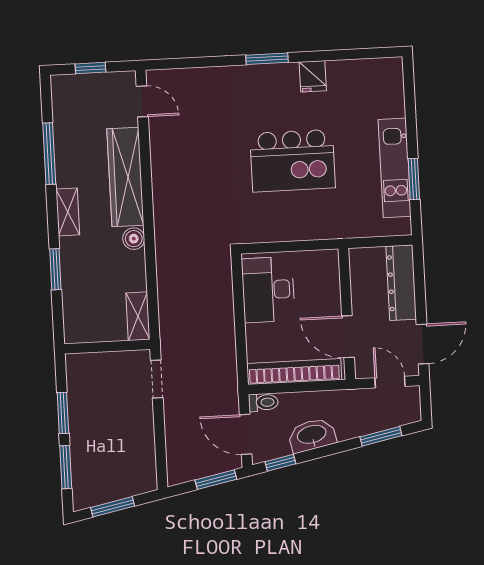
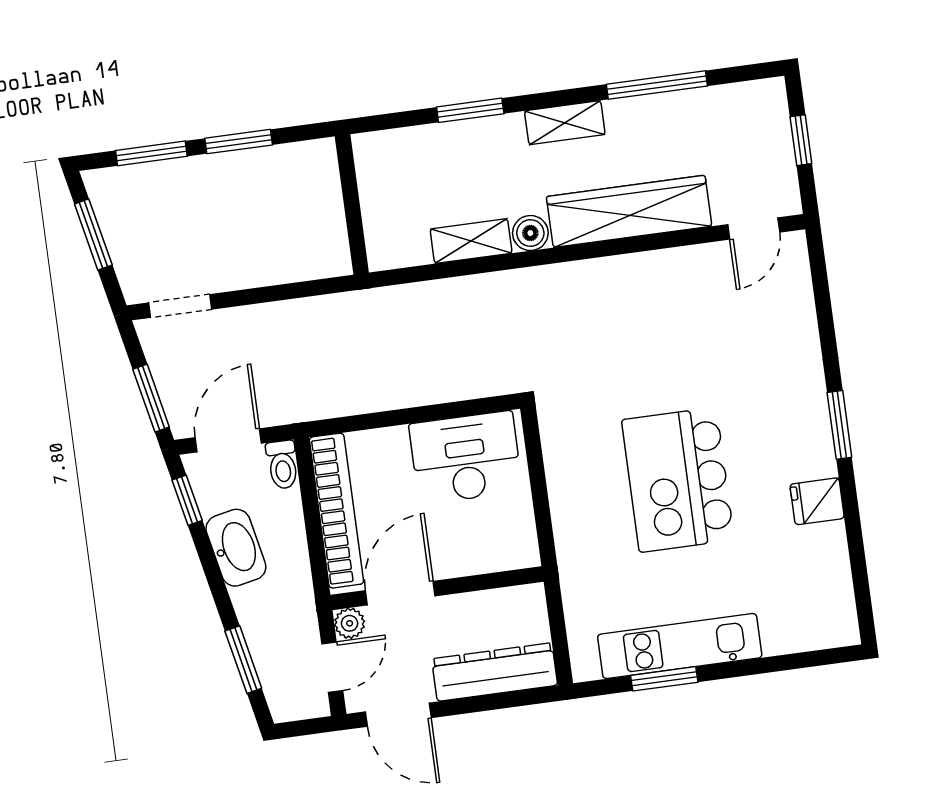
shelving: (138, 316) -> (471, 241), moved
plant: (364, 369) -> (350, 623), added
doorway: (157, 379) -> (180, 306), moved

